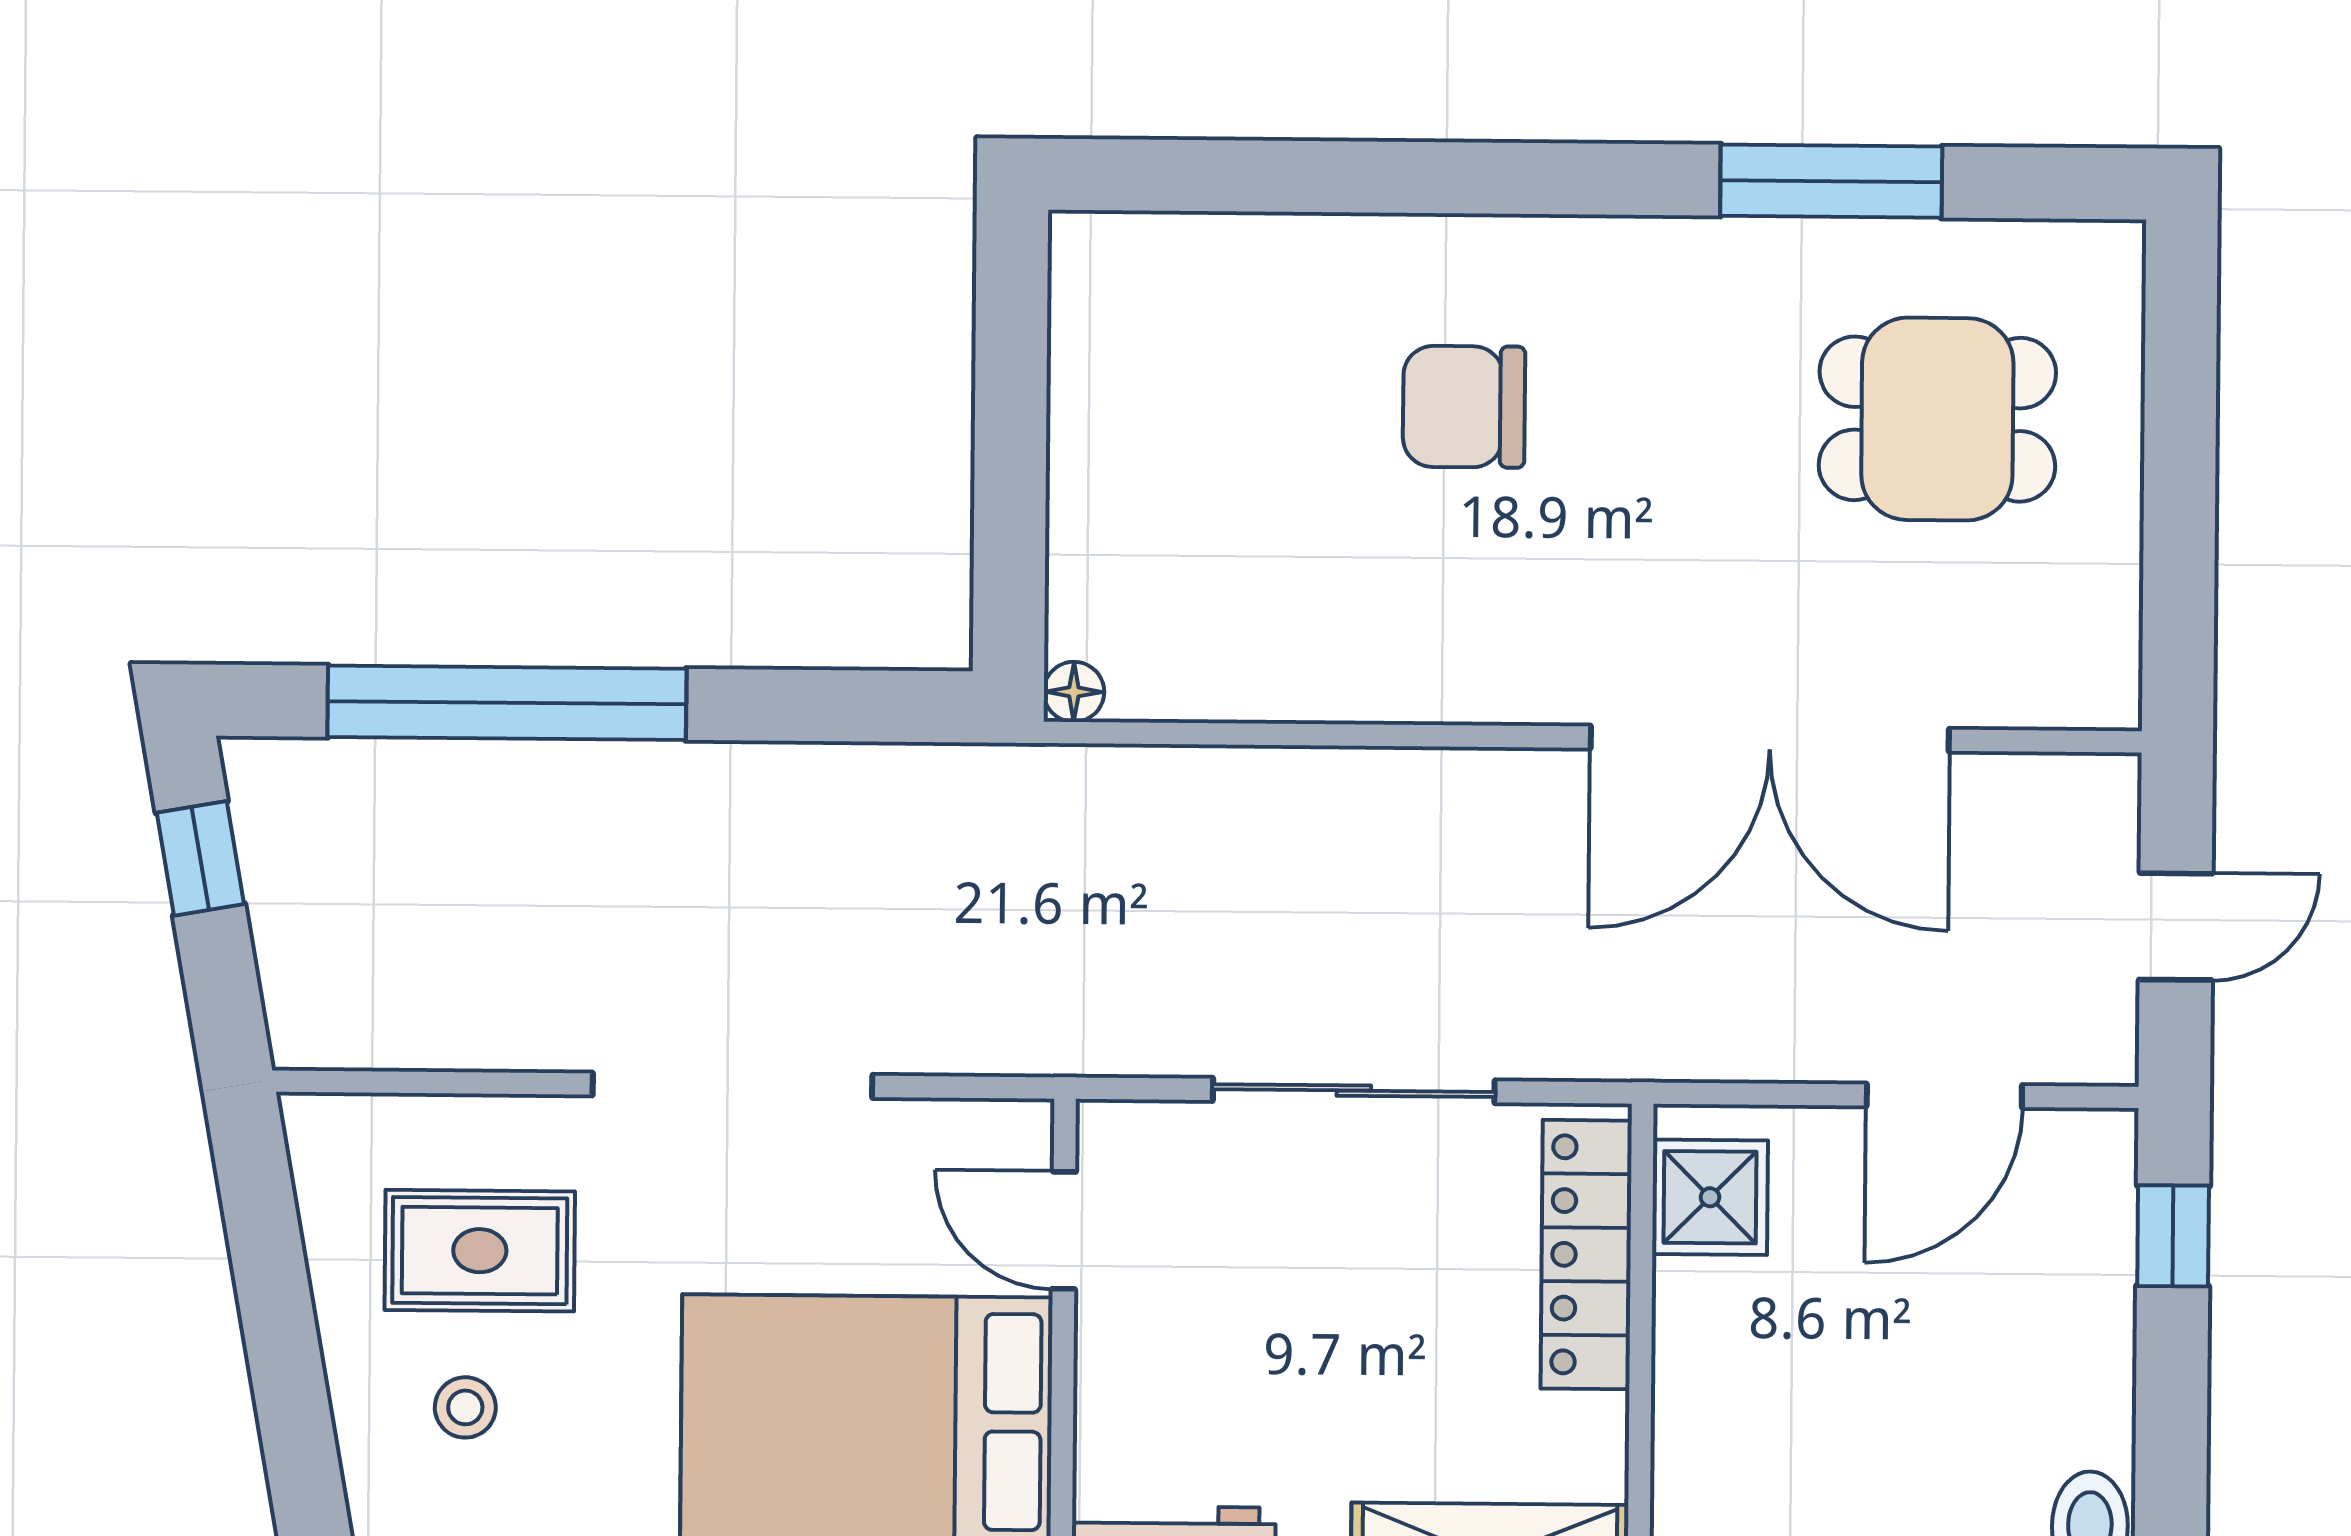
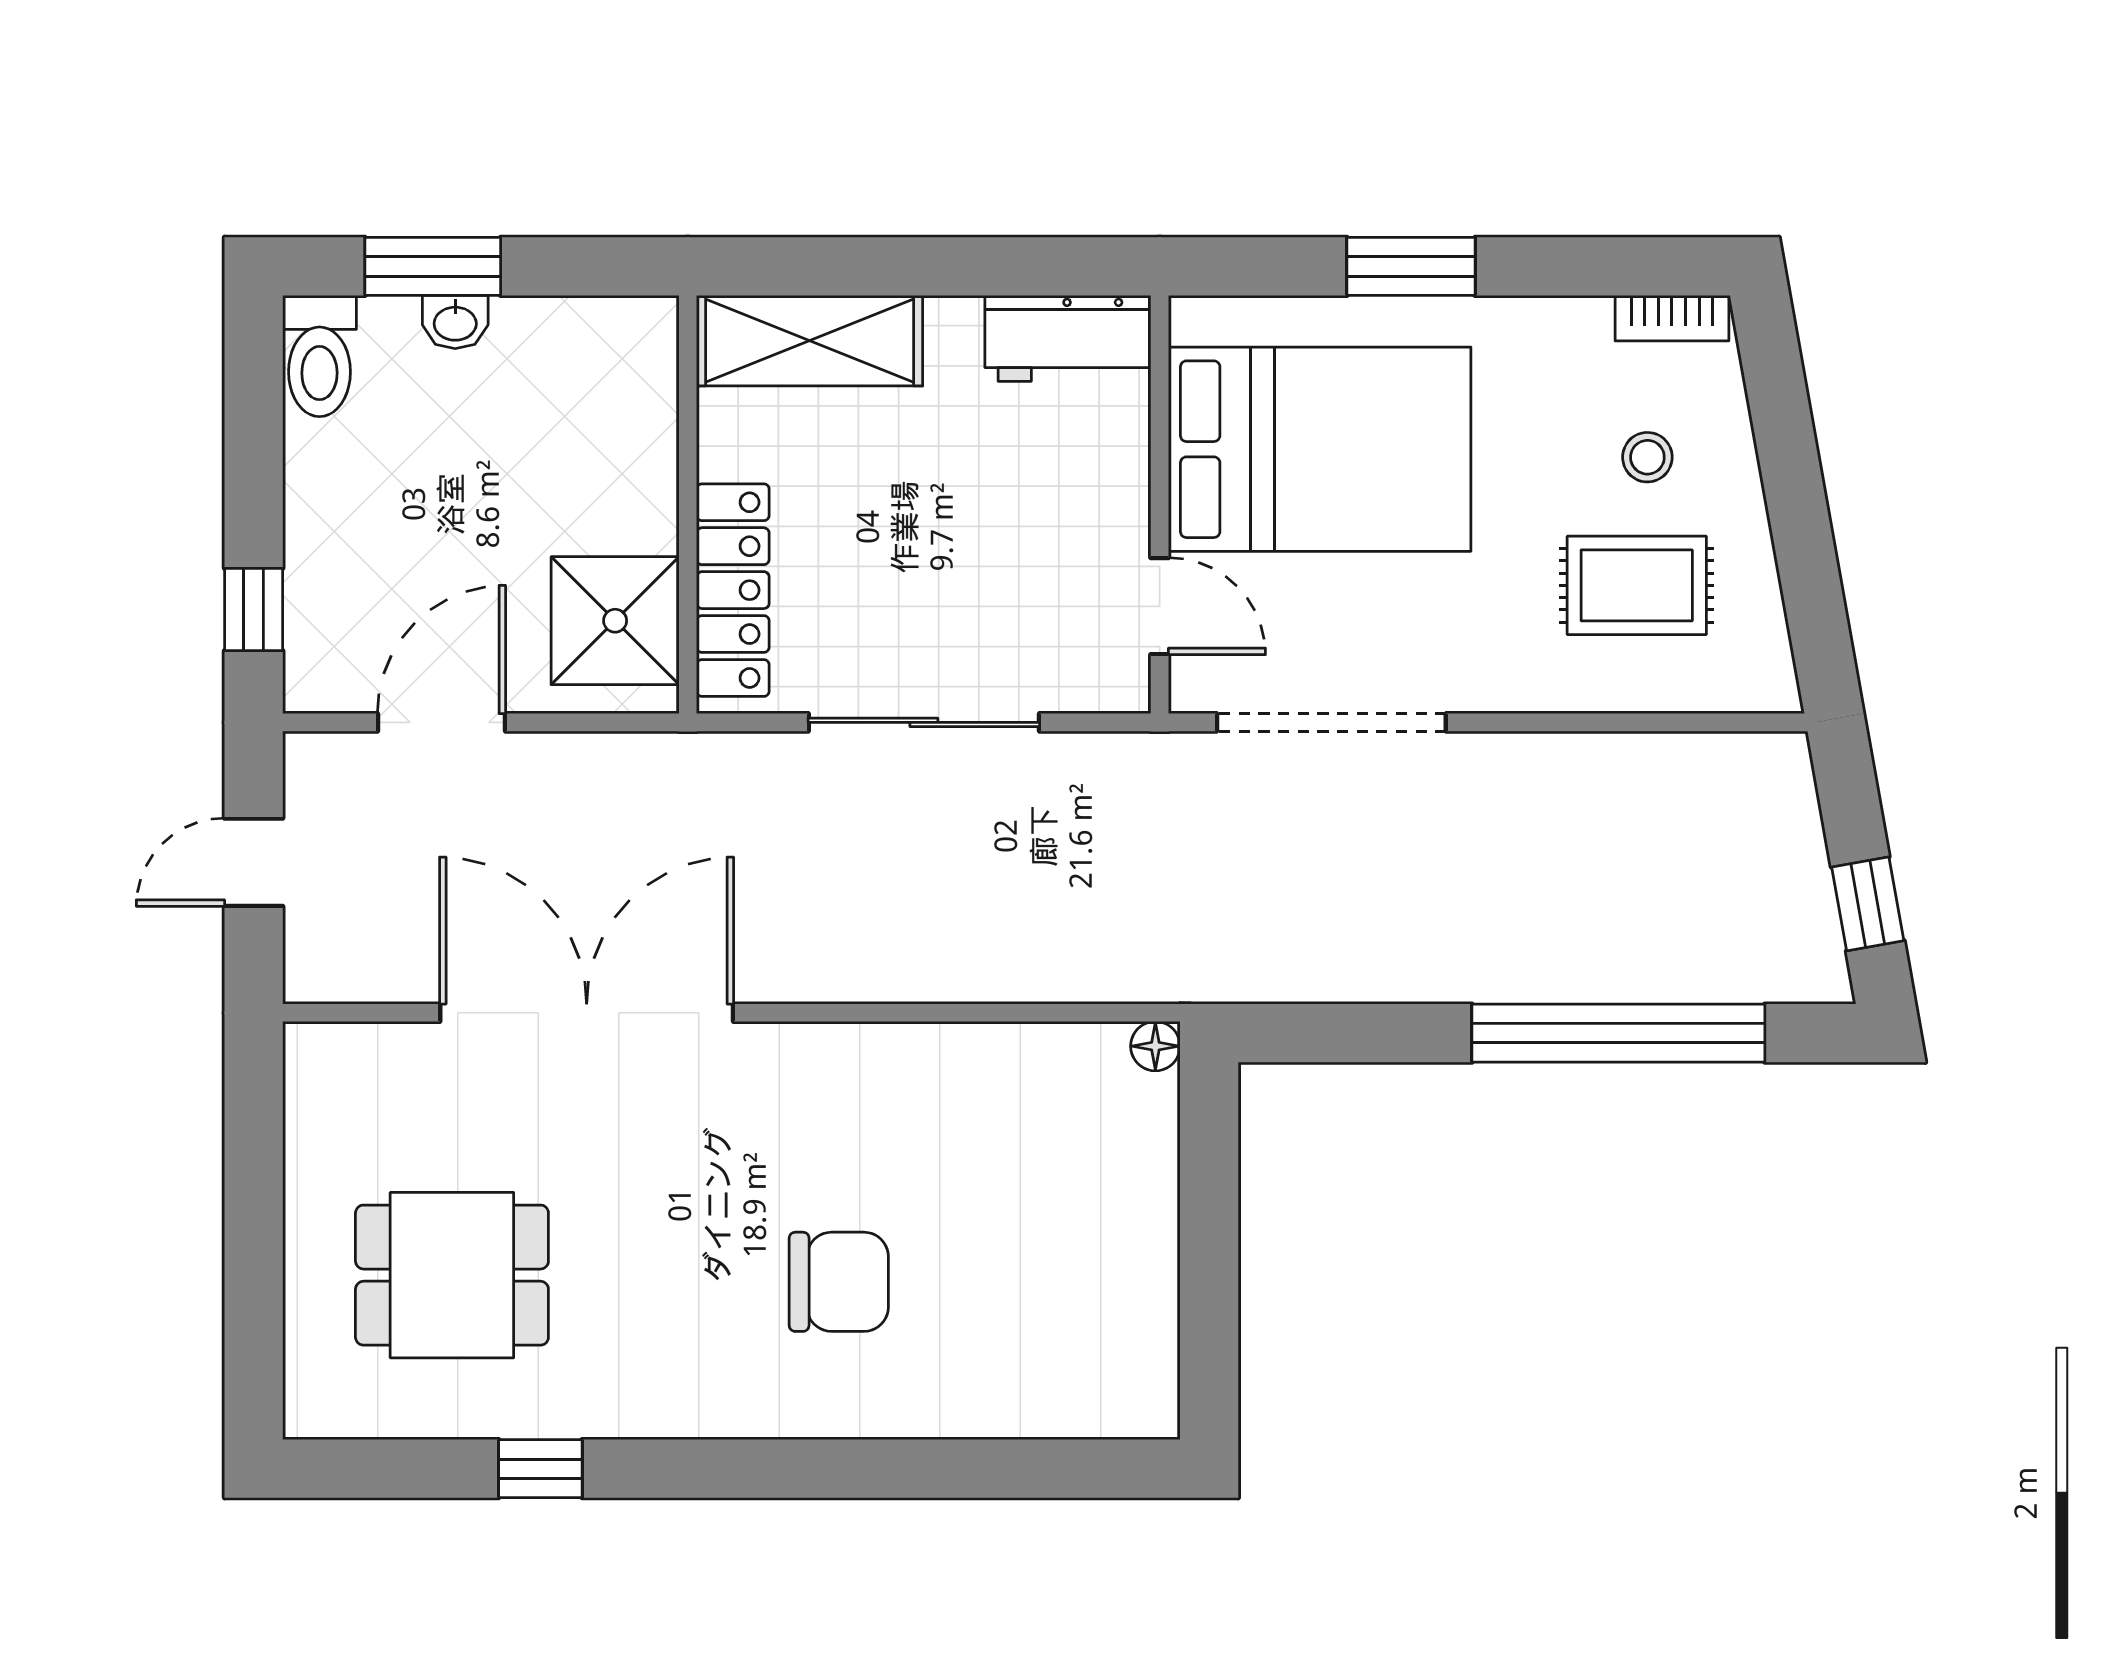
window: (1831, 181) -> (540, 1469), width x0.46
doorway: (732, 1085) -> (1331, 722), moved
shower: (1710, 1197) -> (615, 621), width x1.36, depth x1.36

